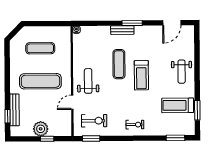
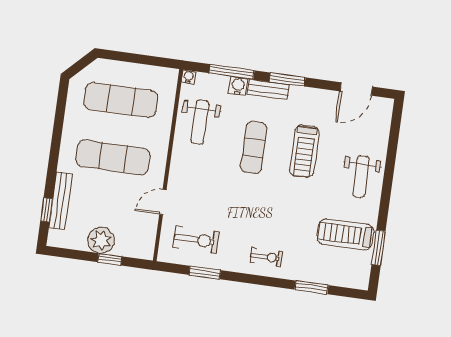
window: (100, 23) -> (232, 72), added
water cooler: (105, 31) -> (238, 86), added
exercise mat: (40, 48) -> (121, 100), width x1.36, depth x1.45
treadmill: (141, 75) -> (305, 151), moved
weight bench: (88, 81) -> (200, 122), moved, turned 180
window: (91, 138) -> (205, 272), moved
window: (175, 138) -> (311, 287), moved

